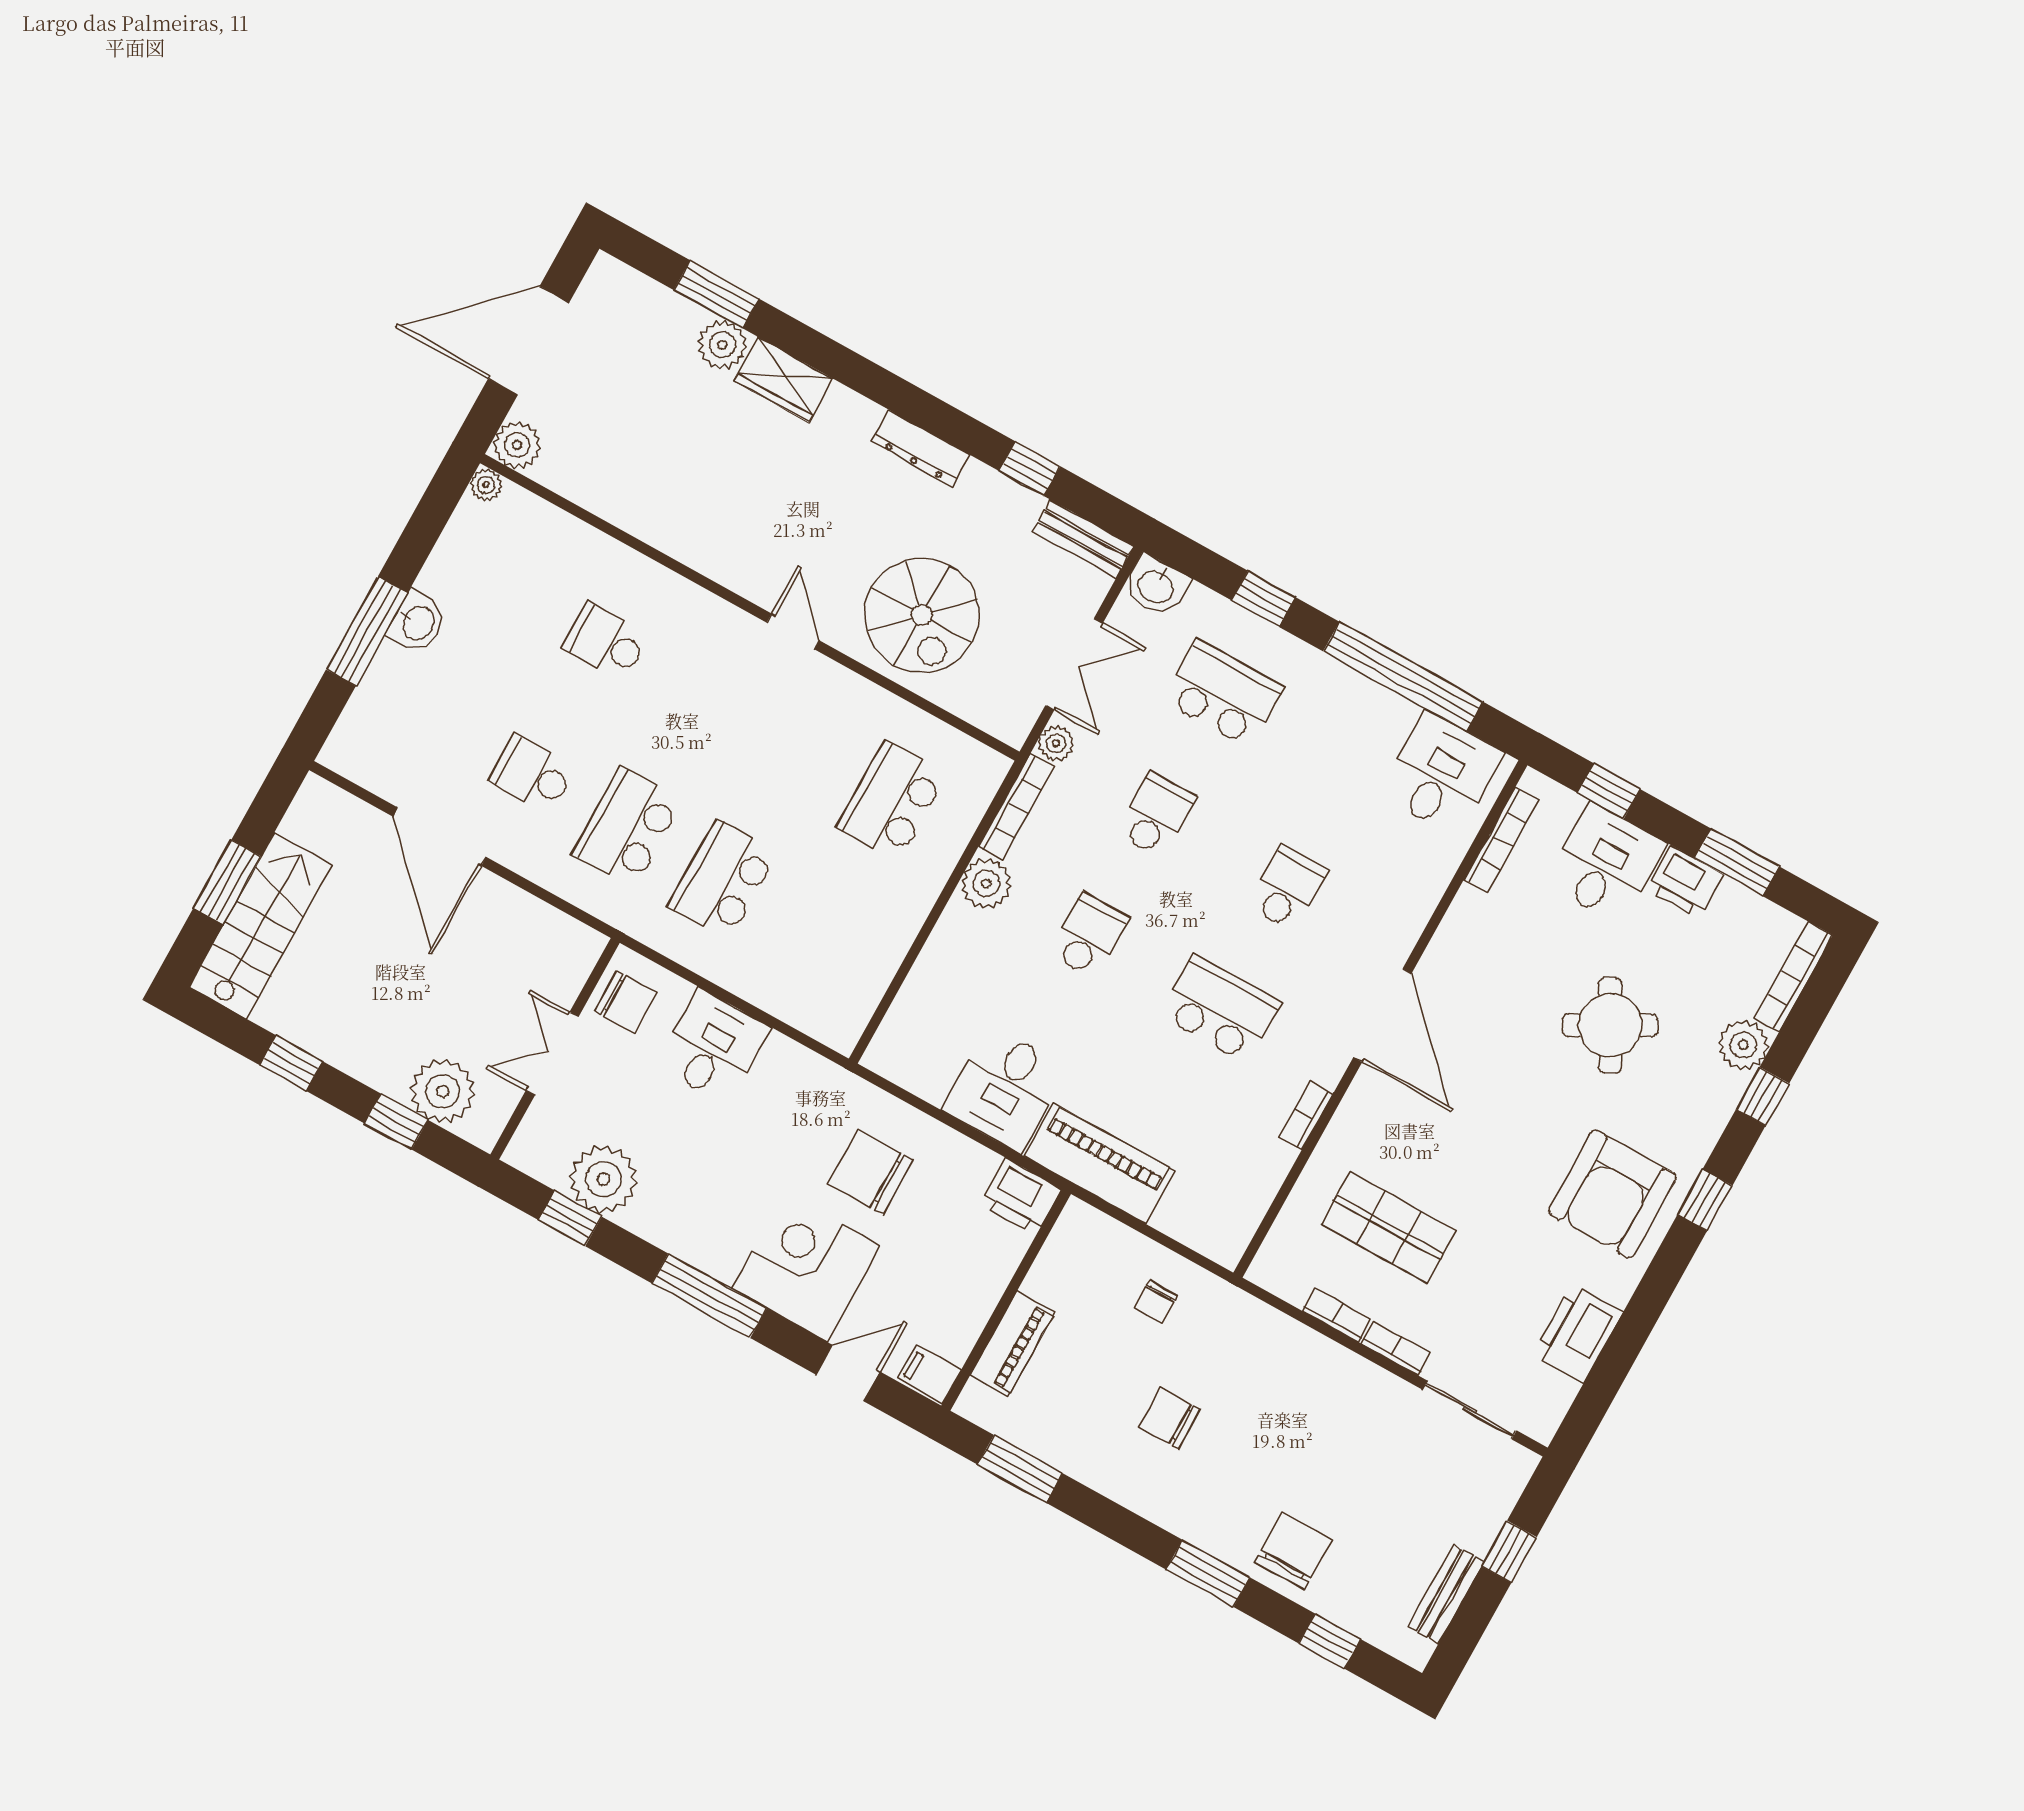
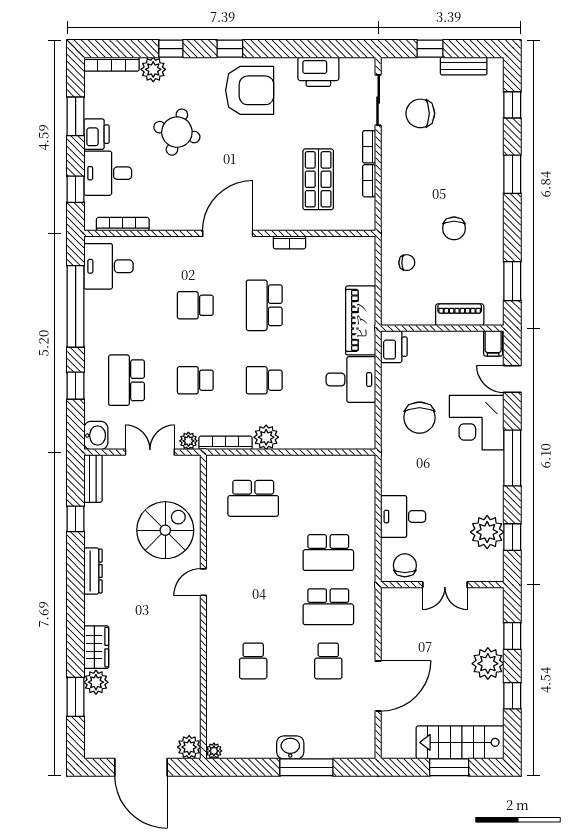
round table: (1610, 1025) -> (177, 132), turned 45
plant: (443, 1091) -> (488, 664), moved
chair: (1293, 1551) -> (420, 113), moved

